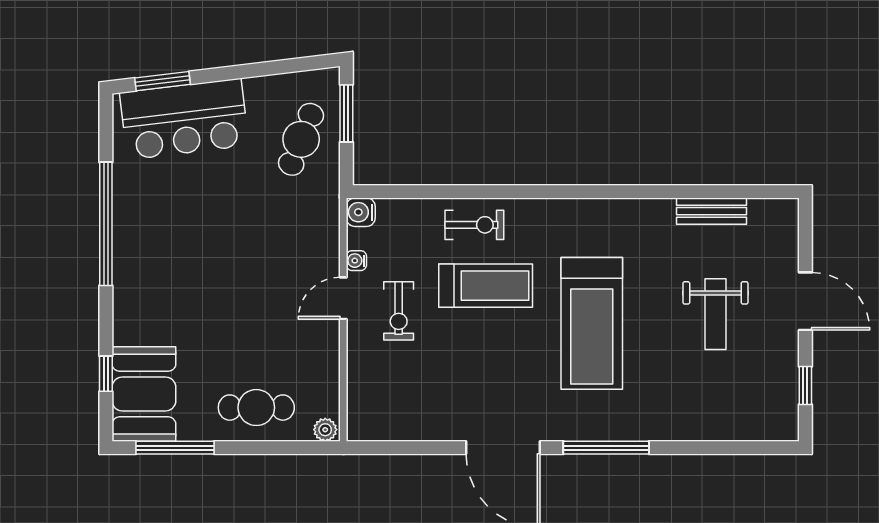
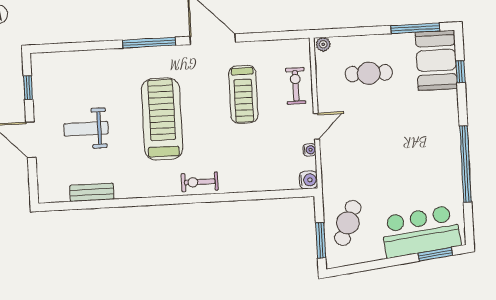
exercise bike: (474, 225) -> (200, 182), moved
treadmill: (486, 286) -> (243, 94), moved, turned -90
exercise bike: (399, 311) -> (296, 86), moved
weight bench: (715, 314) -> (86, 129), turned -90
cafe table: (256, 408) -> (369, 73), moved

